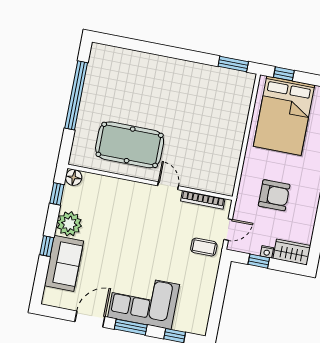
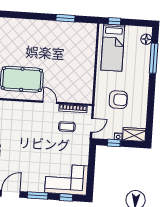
window: (233, 64) -> (65, 18), moved
bed: (284, 116) -> (113, 48), width x0.67
coffee table: (204, 247) -> (67, 127), moved
corner sofa: (144, 301) -> (66, 179), moved

